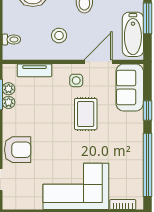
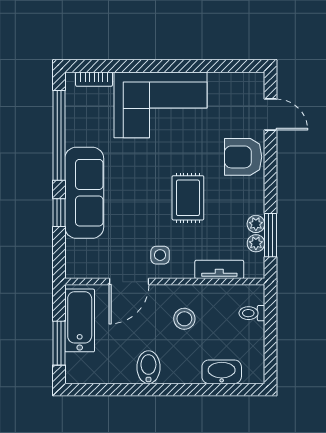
sofa: (130, 87) -> (84, 193), moved, width x1.36
rug: (86, 114) -> (188, 198), moved

